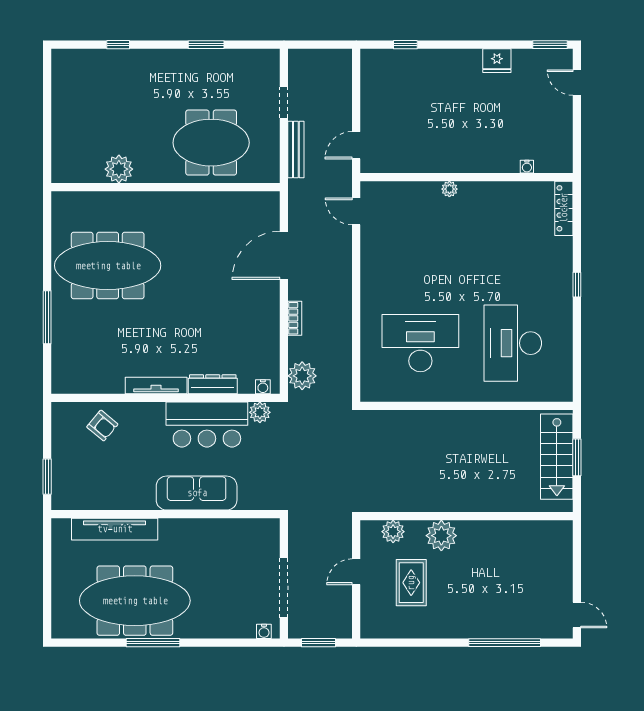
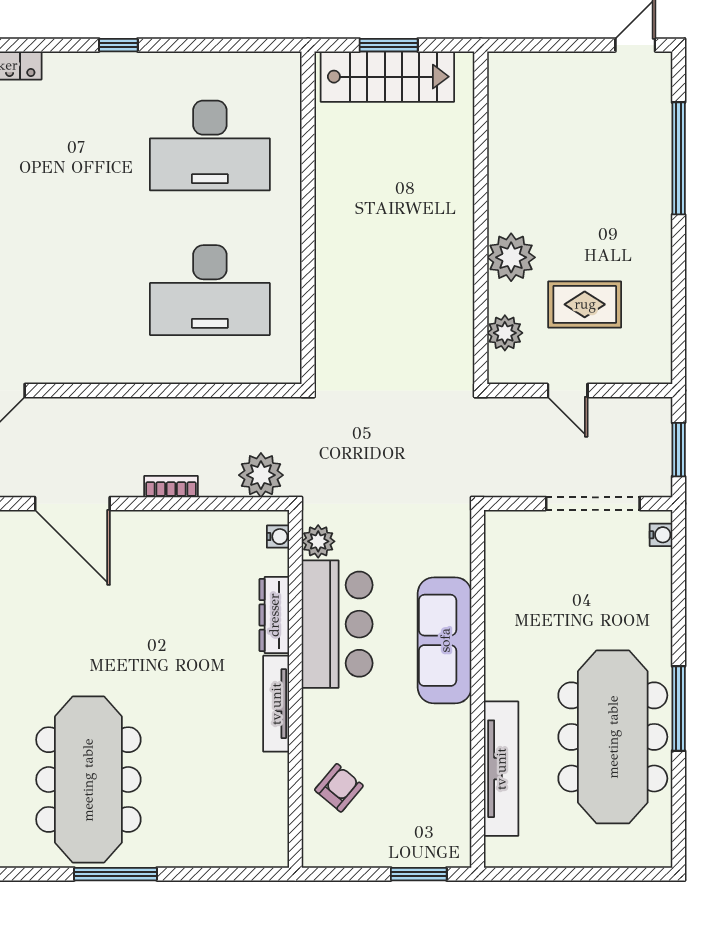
window: (47, 317) -> (116, 874), moved
desk: (420, 343) -> (210, 290), turned -90

